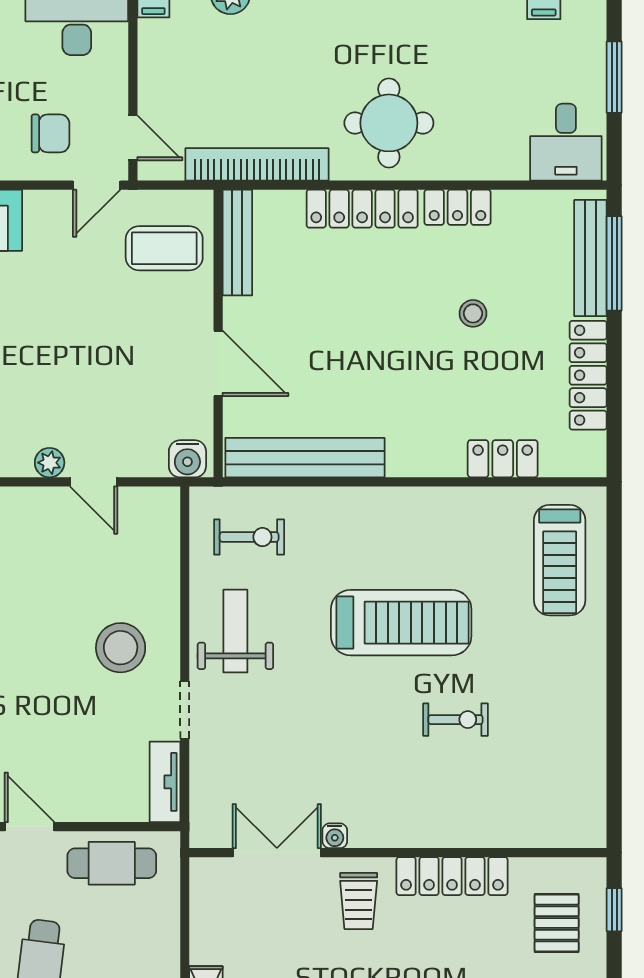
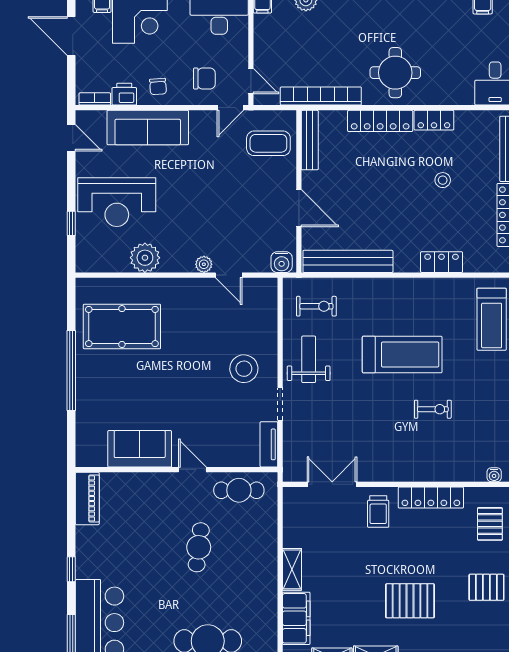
locker: (503, 459) -> (442, 262), moved
water cooler: (335, 836) -> (494, 475), moved

